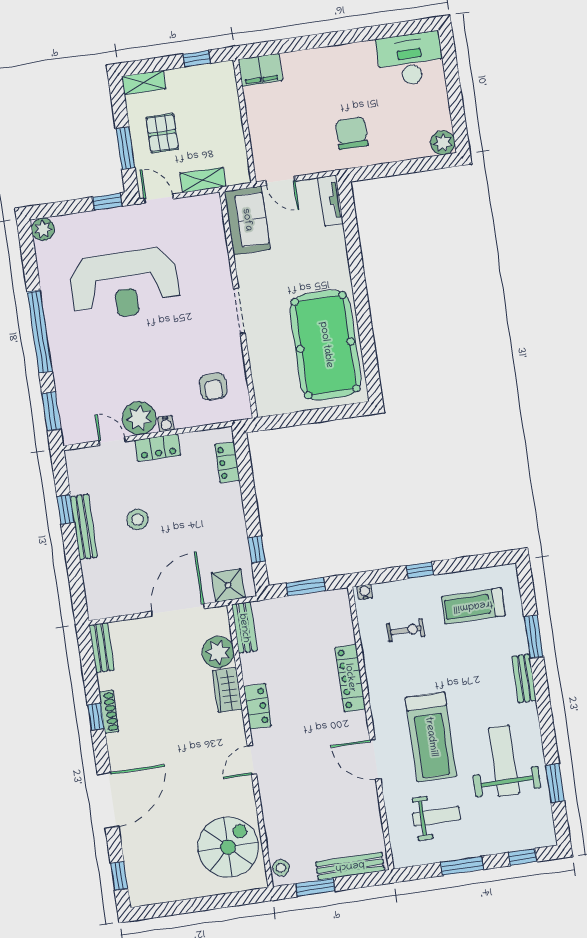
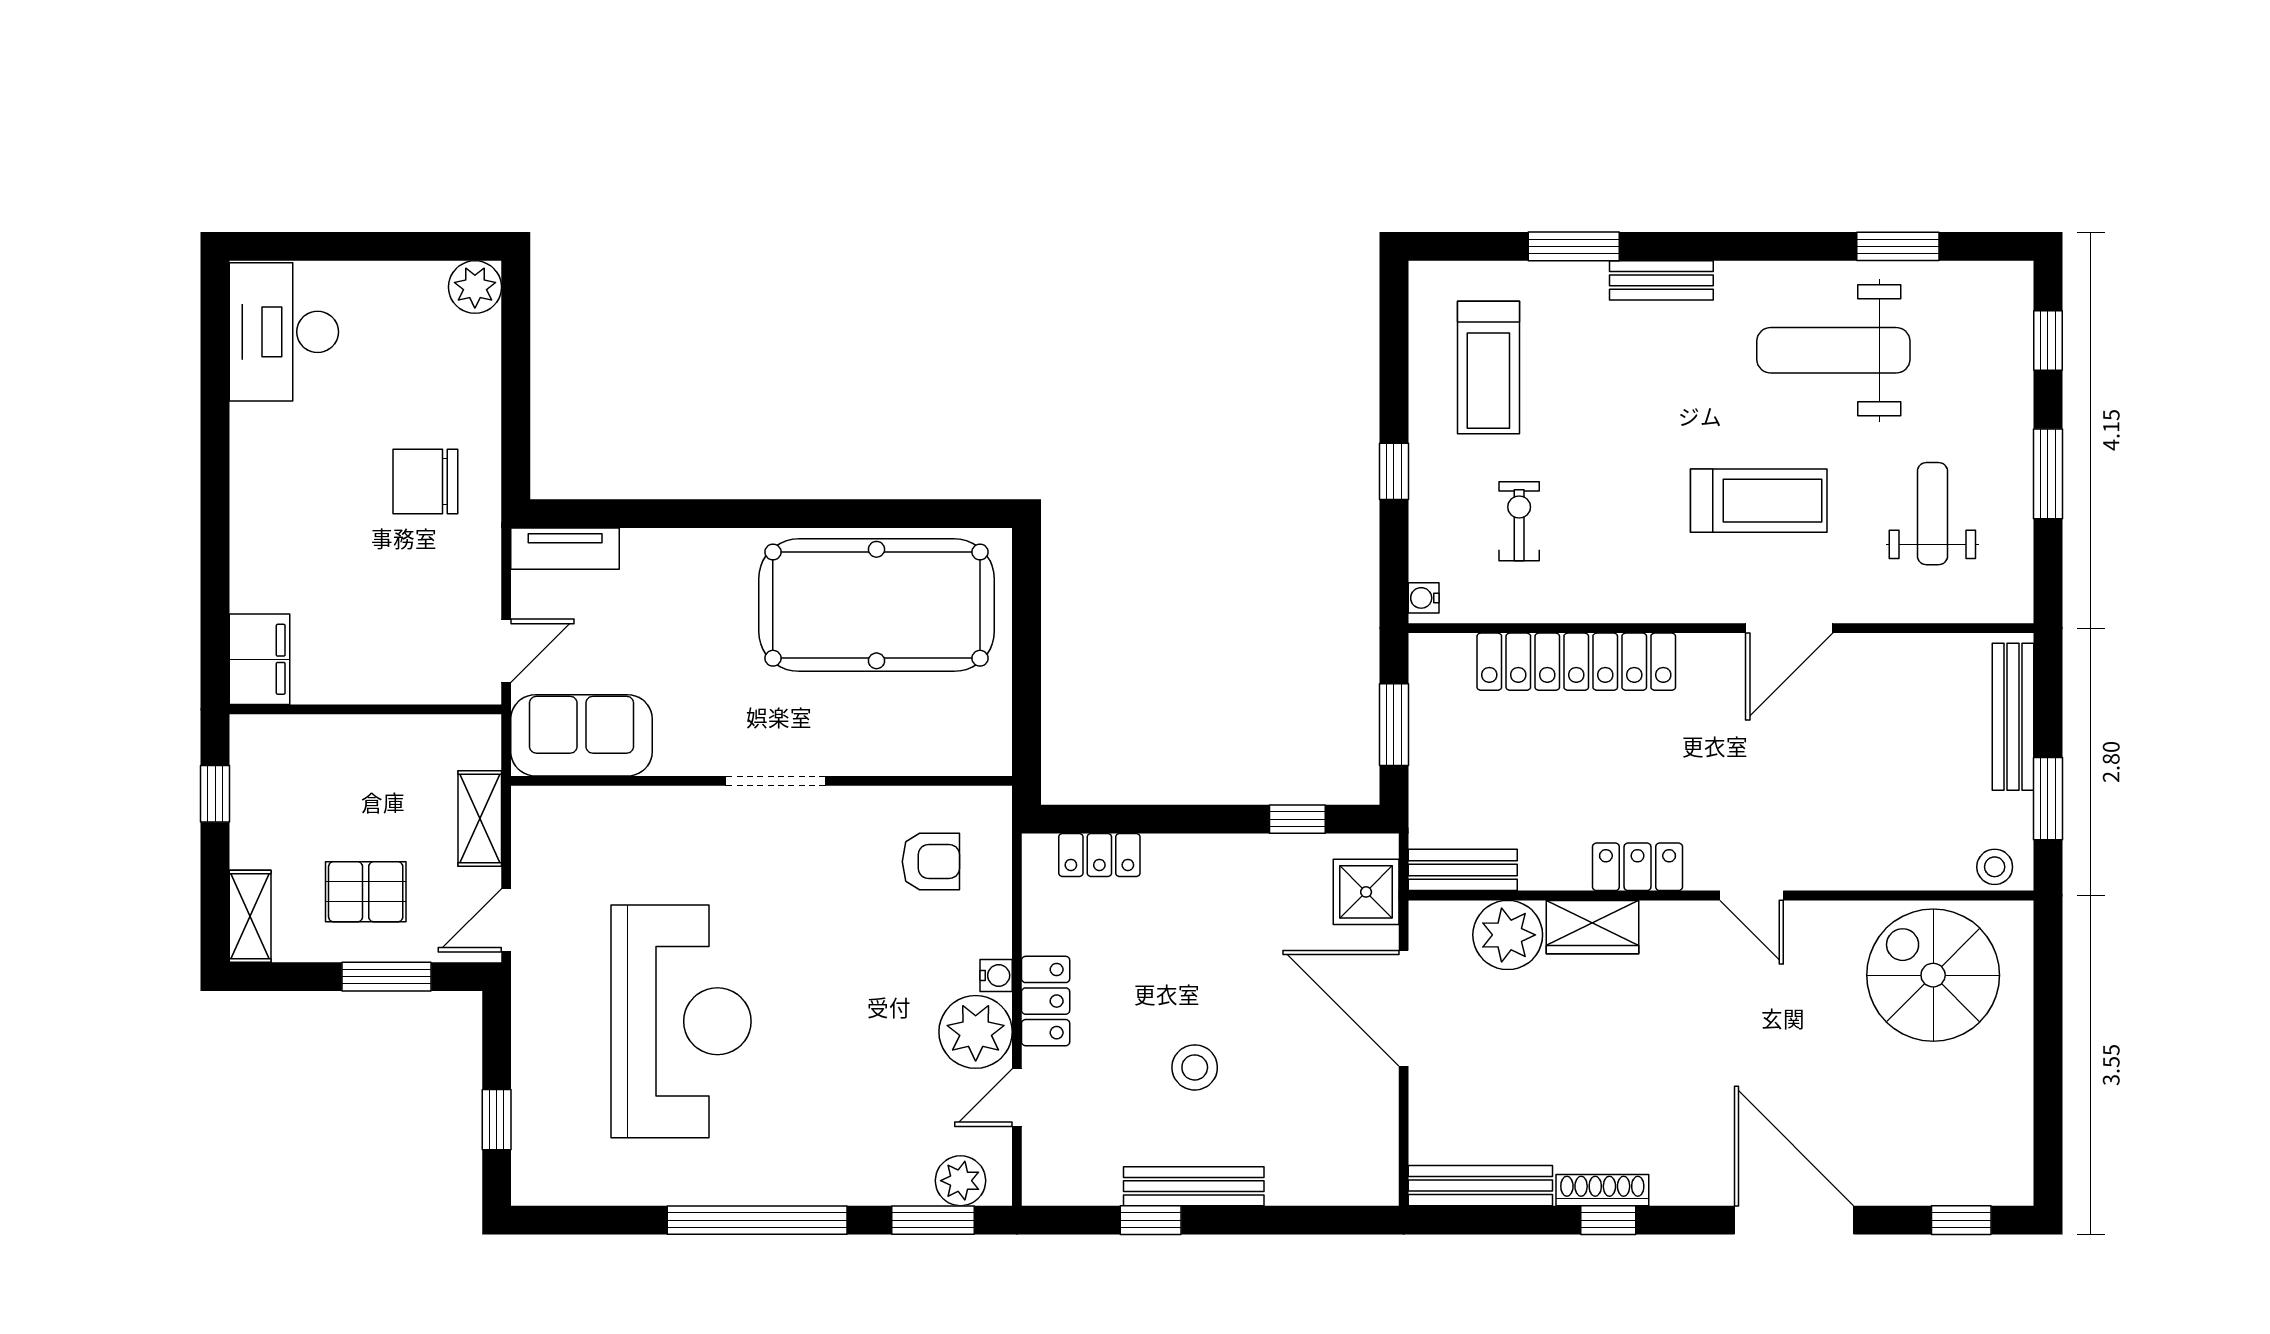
window: (107, 202) -> (497, 1120), moved
plant: (43, 229) -> (961, 1181), moved
bench: (102, 648) -> (1480, 1186), width x1.36
locker: (350, 678) -> (1576, 662), width x1.41, depth x1.21
treadmill: (431, 737) -> (1759, 501), width x0.73, depth x0.73

